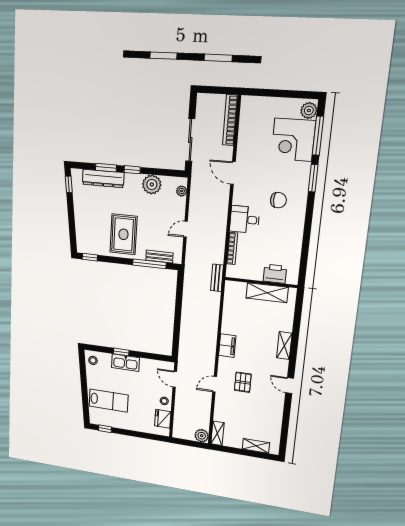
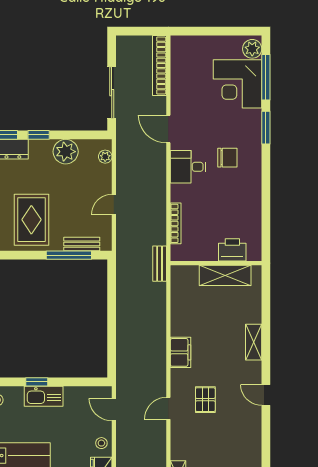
desk: (245, 219) -> (188, 167), moved

